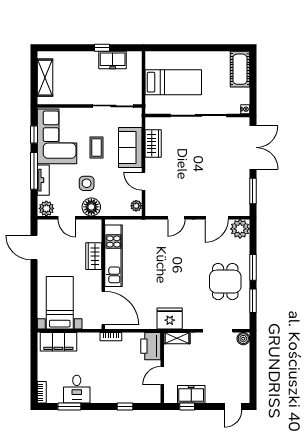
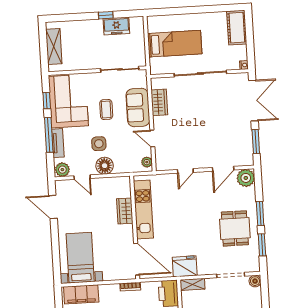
wardrobe: (94, 256) -> (125, 211), moved
kitchen unit: (113, 256) -> (143, 209), moved
wall: (103, 274) -> (135, 227), moved
door: (103, 308) -> (137, 259), moved

